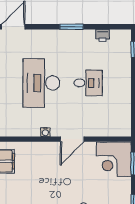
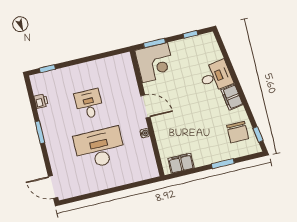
desk: (41, 83) -> (100, 148), turned 180

